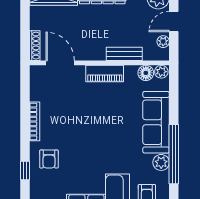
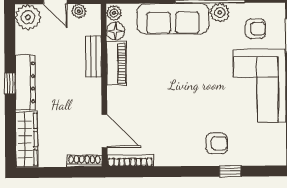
door: (60, 63) -> (104, 131), swing flipped
piano: (105, 74) -> (116, 63), moved
bookcase: (35, 121) -> (130, 161), moved

